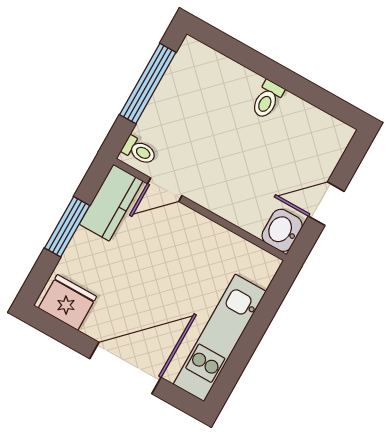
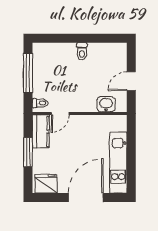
washbasin: (282, 230) -> (106, 104), moved, turned 90

